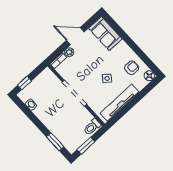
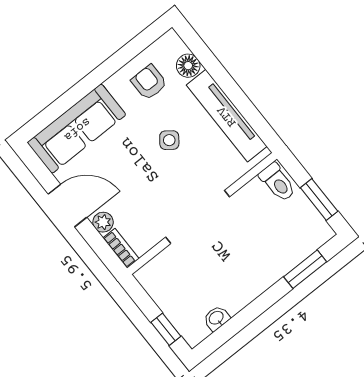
sofa: (105, 34) -> (77, 129), width x1.36
door: (75, 36) -> (68, 206), swing flipped
floor lamp: (149, 76) -> (188, 66), moved

